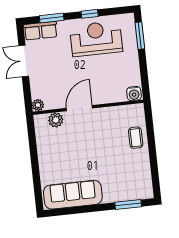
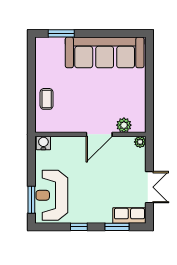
reception desk: (96, 39) -> (52, 195), moved, turned 90
sofa: (73, 195) -> (105, 52), width x1.36, depth x1.27

